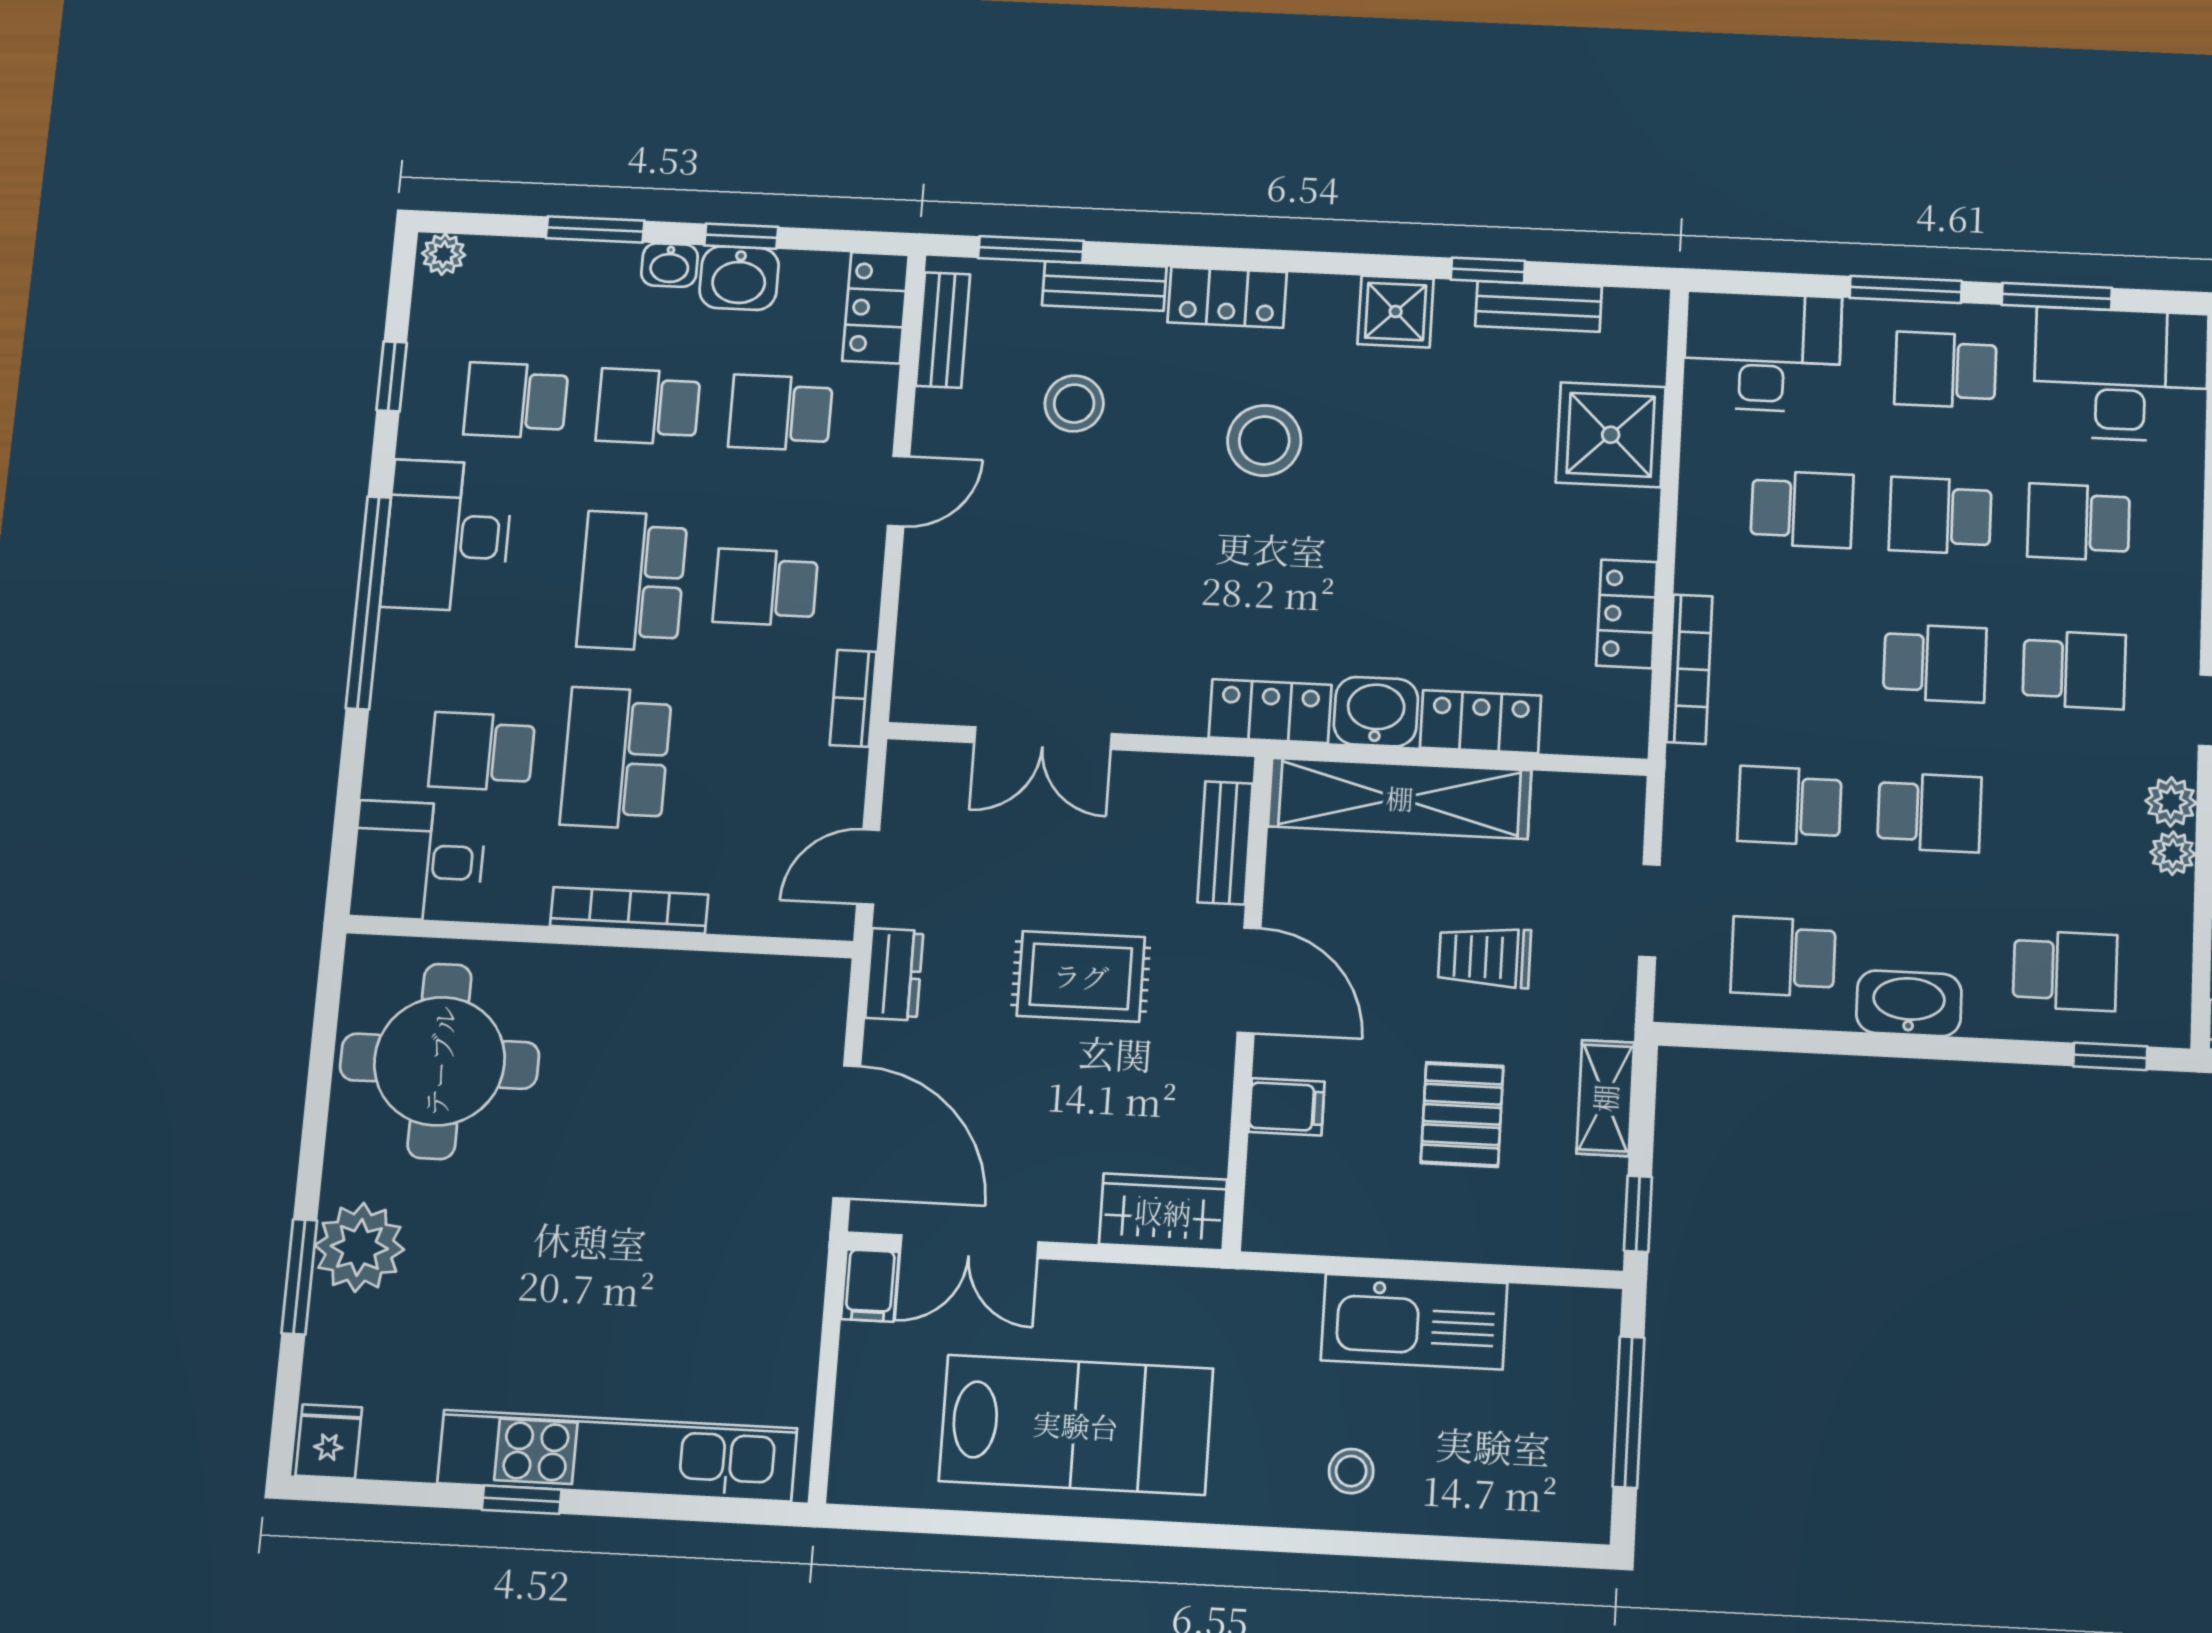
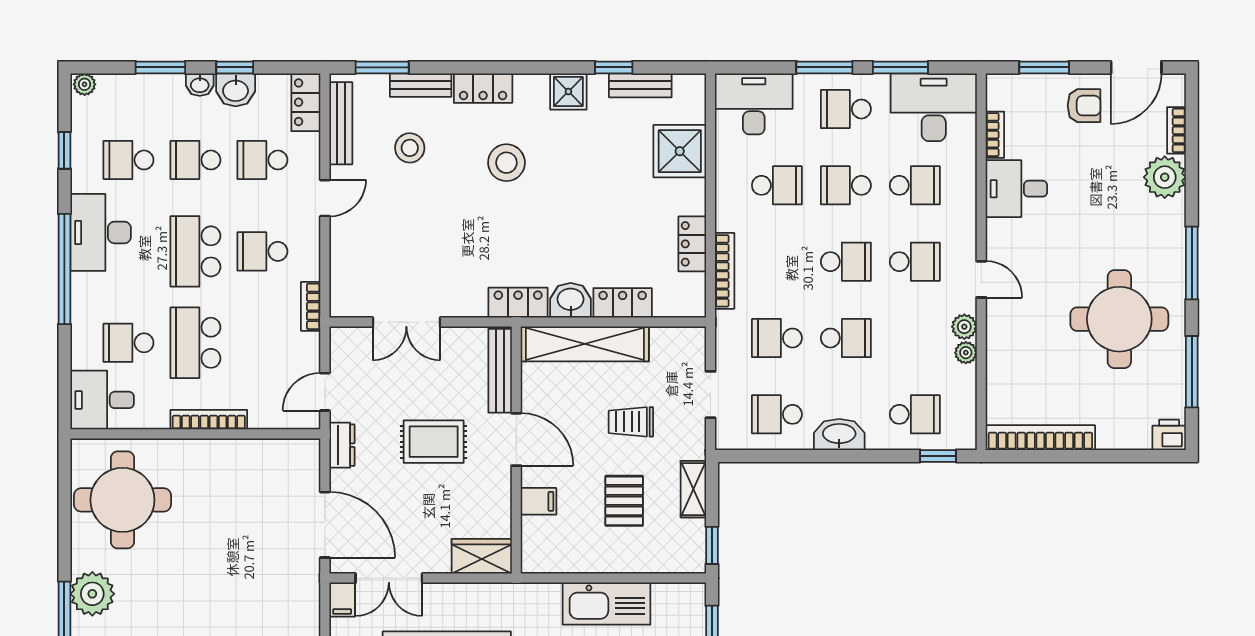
bench: (943, 330) -> (341, 123), width x1.36
school desk: (2079, 522) -> (915, 185), turned 180
bench: (1225, 843) -> (500, 371), width x1.36

